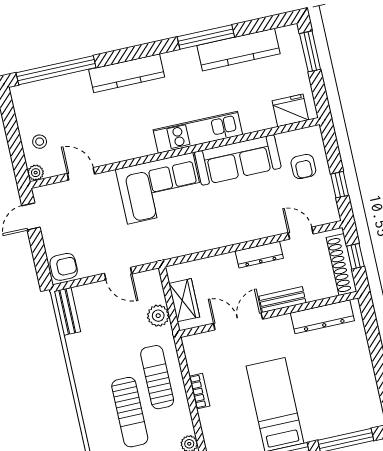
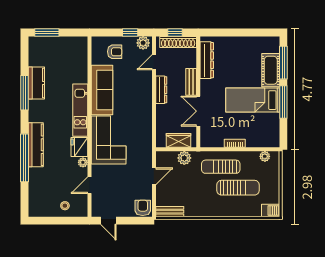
kitchen counter: (238, 50) -> (36, 83), width x0.67
window: (56, 70) -> (25, 158), moved
fridge: (290, 110) -> (79, 147), moved
plant: (36, 173) -> (83, 162), moved
plant: (328, 209) -> (143, 43), added
cot: (329, 423) -> (271, 70), added

